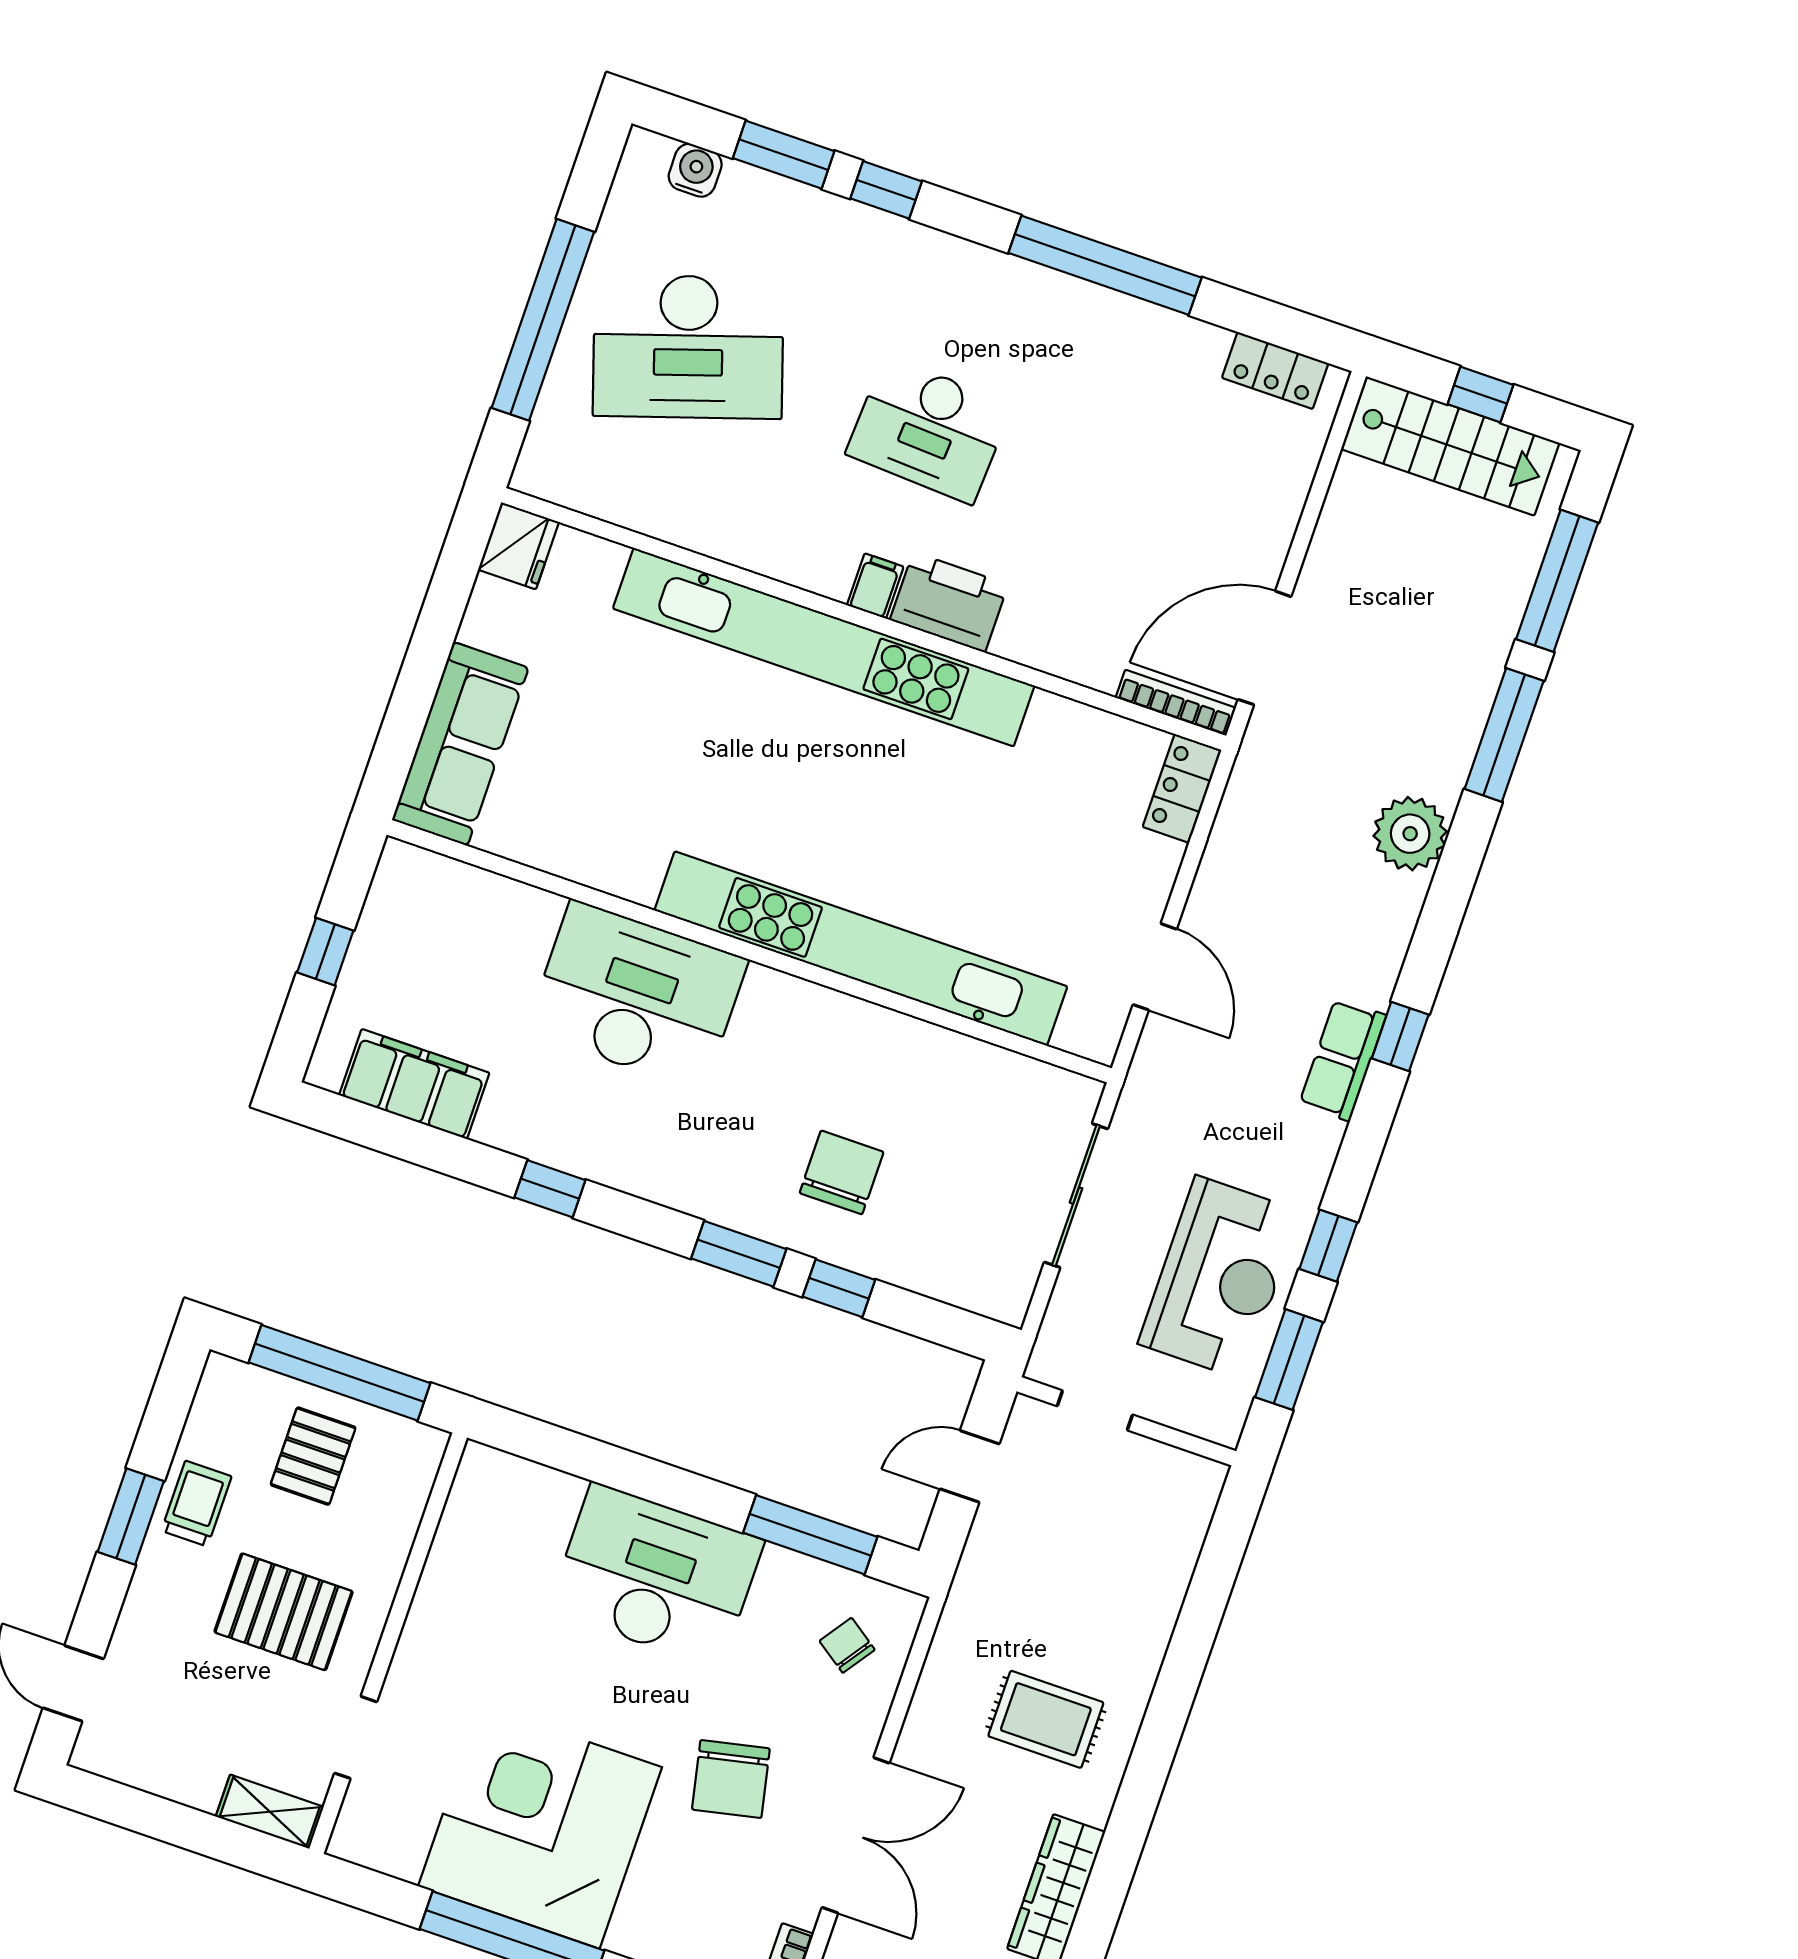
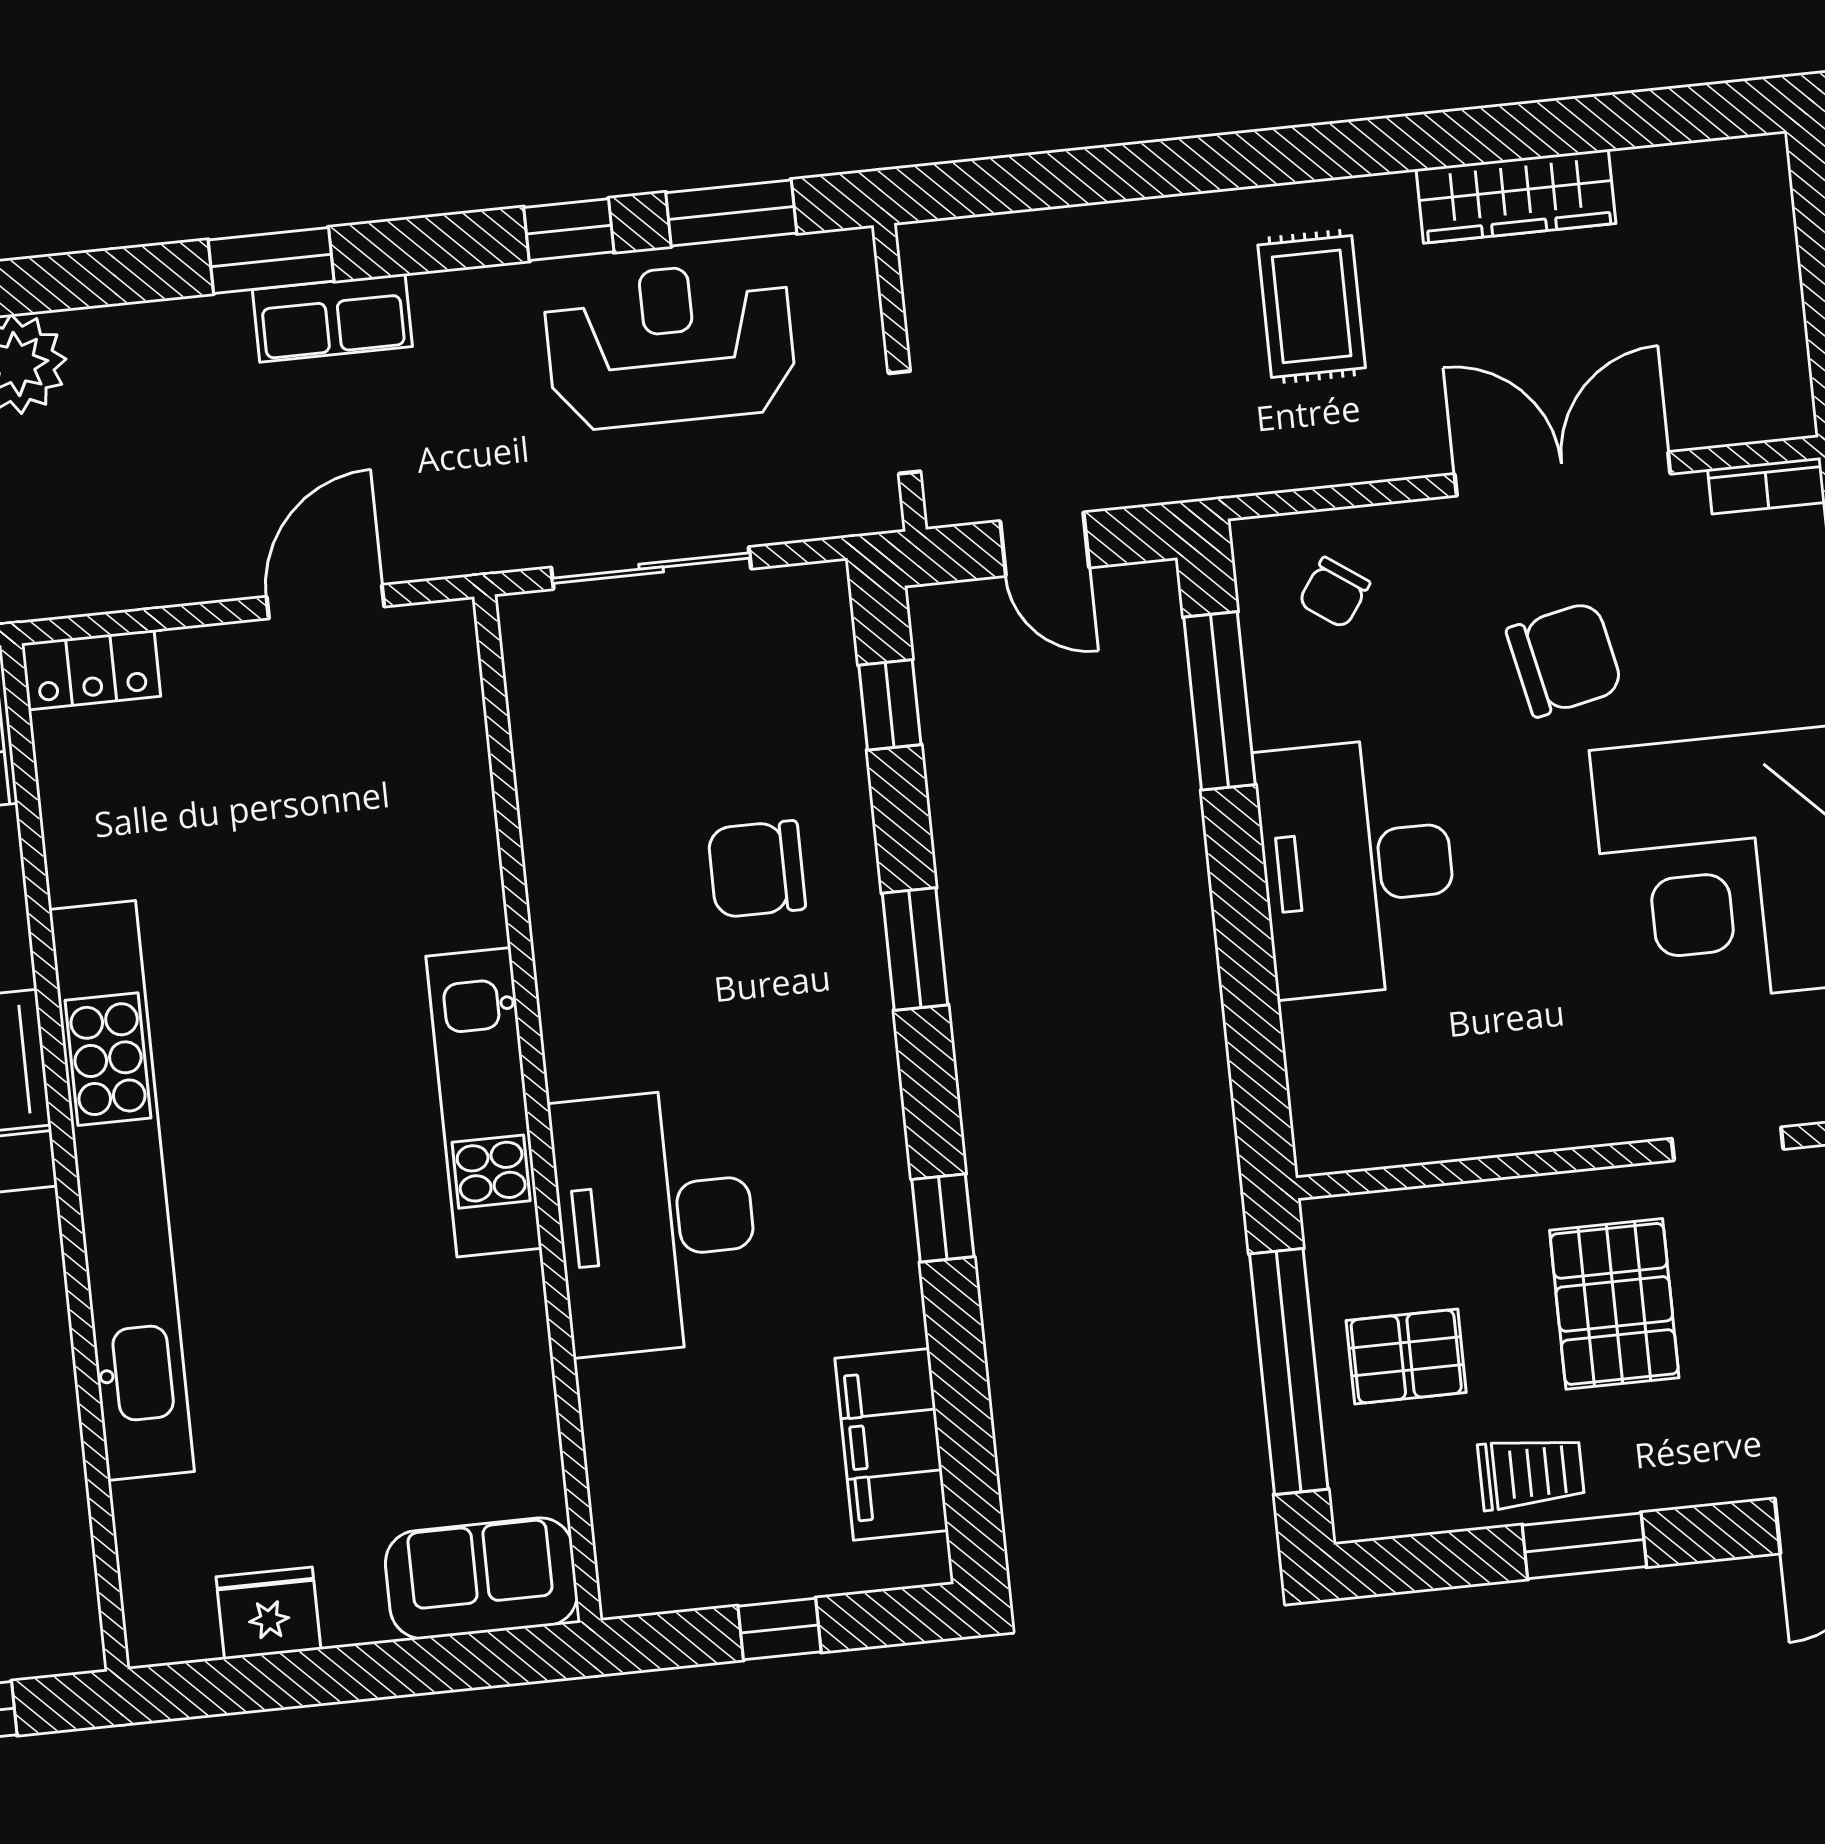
fridge: (518, 546) -> (268, 1613), moved
sofa: (460, 744) -> (481, 1578), width x0.73
kitchen unit: (861, 949) -> (484, 1102), width x0.54
window: (1400, 1037) -> (271, 260), width x1.50
window: (839, 1288) -> (890, 705), moved
trolley: (196, 1504) -> (1531, 1473), turned 180

